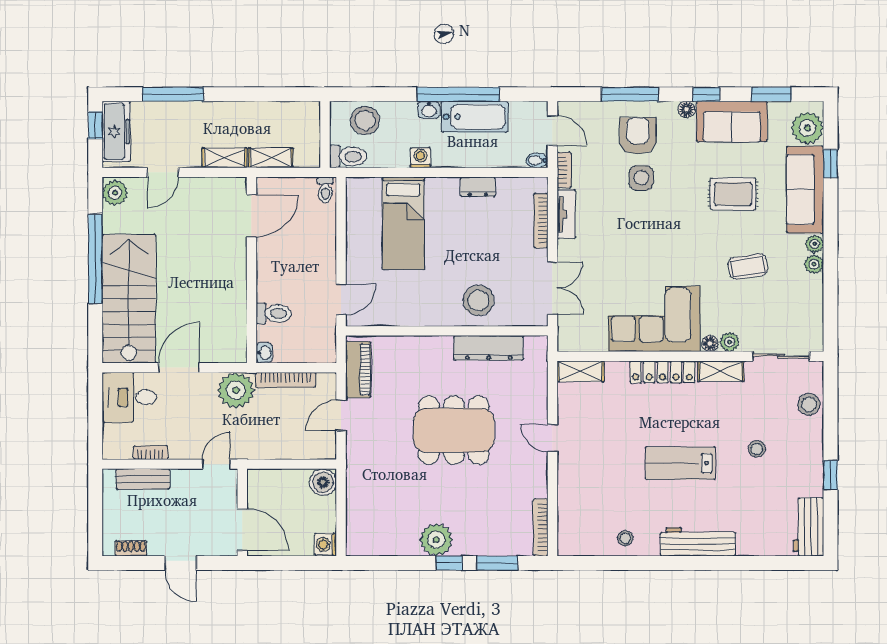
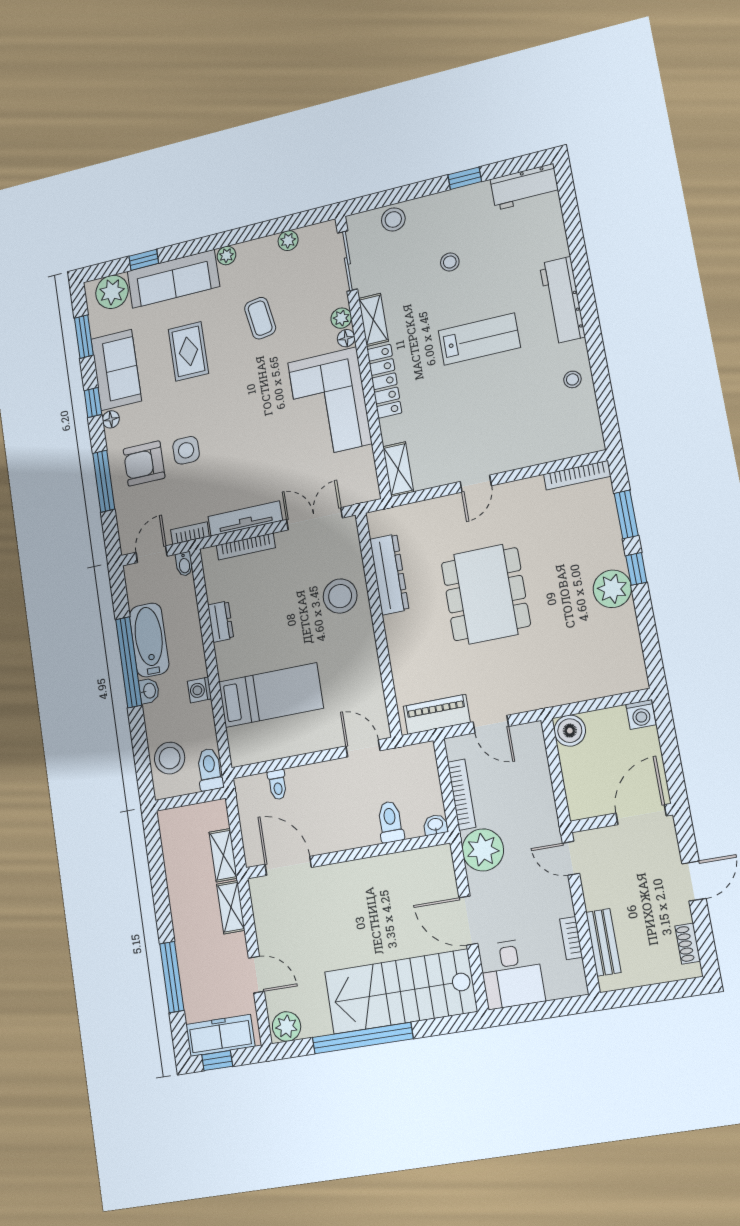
toilet: (325, 190) -> (277, 785), moved, turned 90
tv unit: (566, 214) -> (245, 519), width x1.41
plant: (814, 264) -> (288, 241), moved
lab bench: (680, 463) -> (479, 339), turned -90

